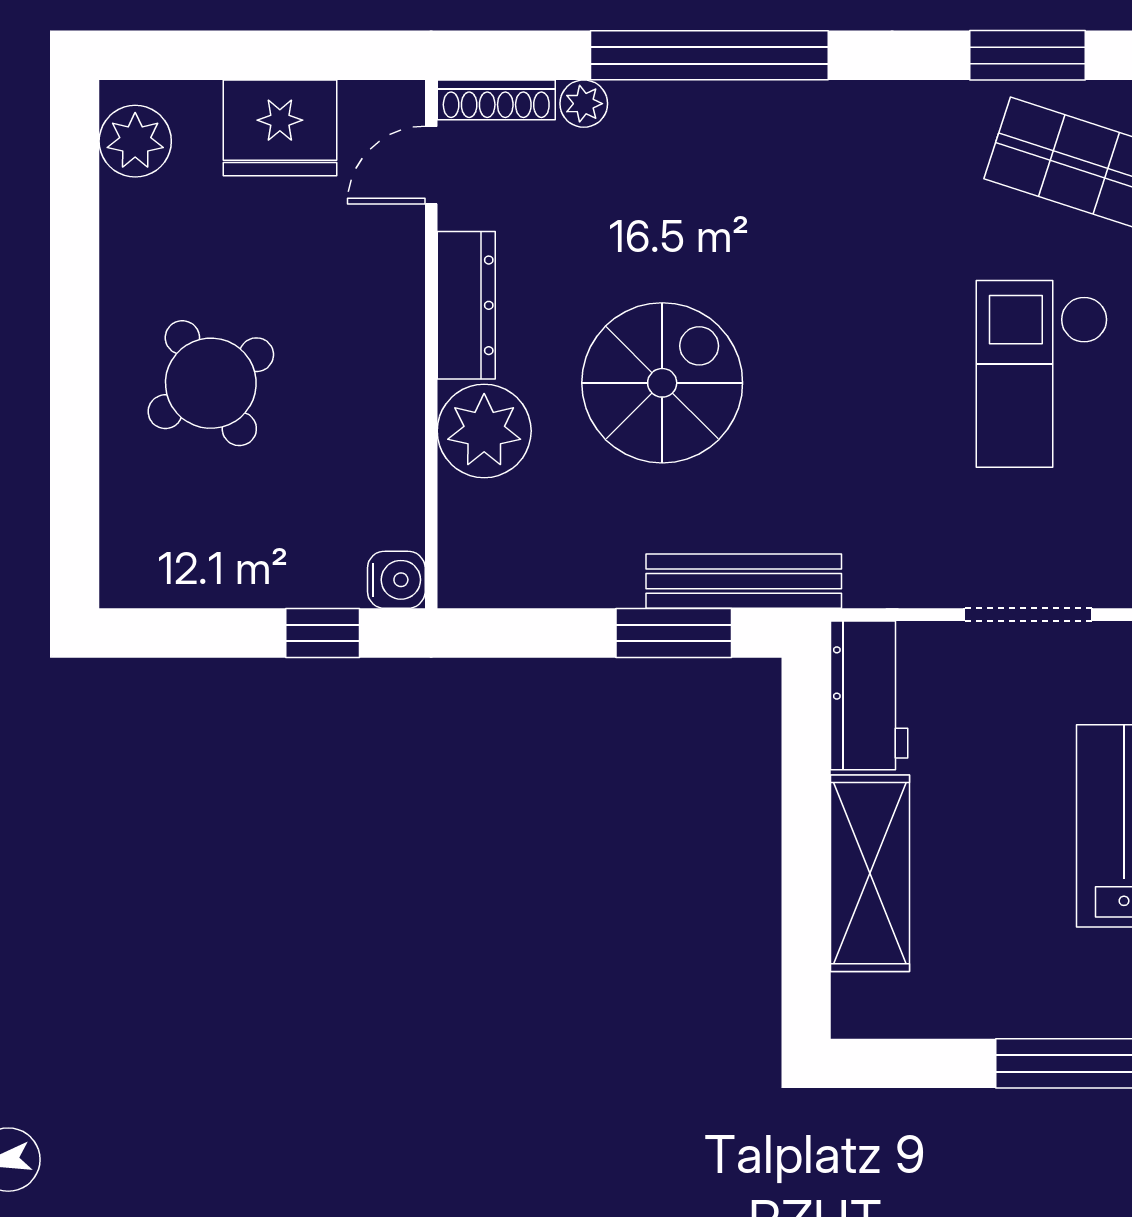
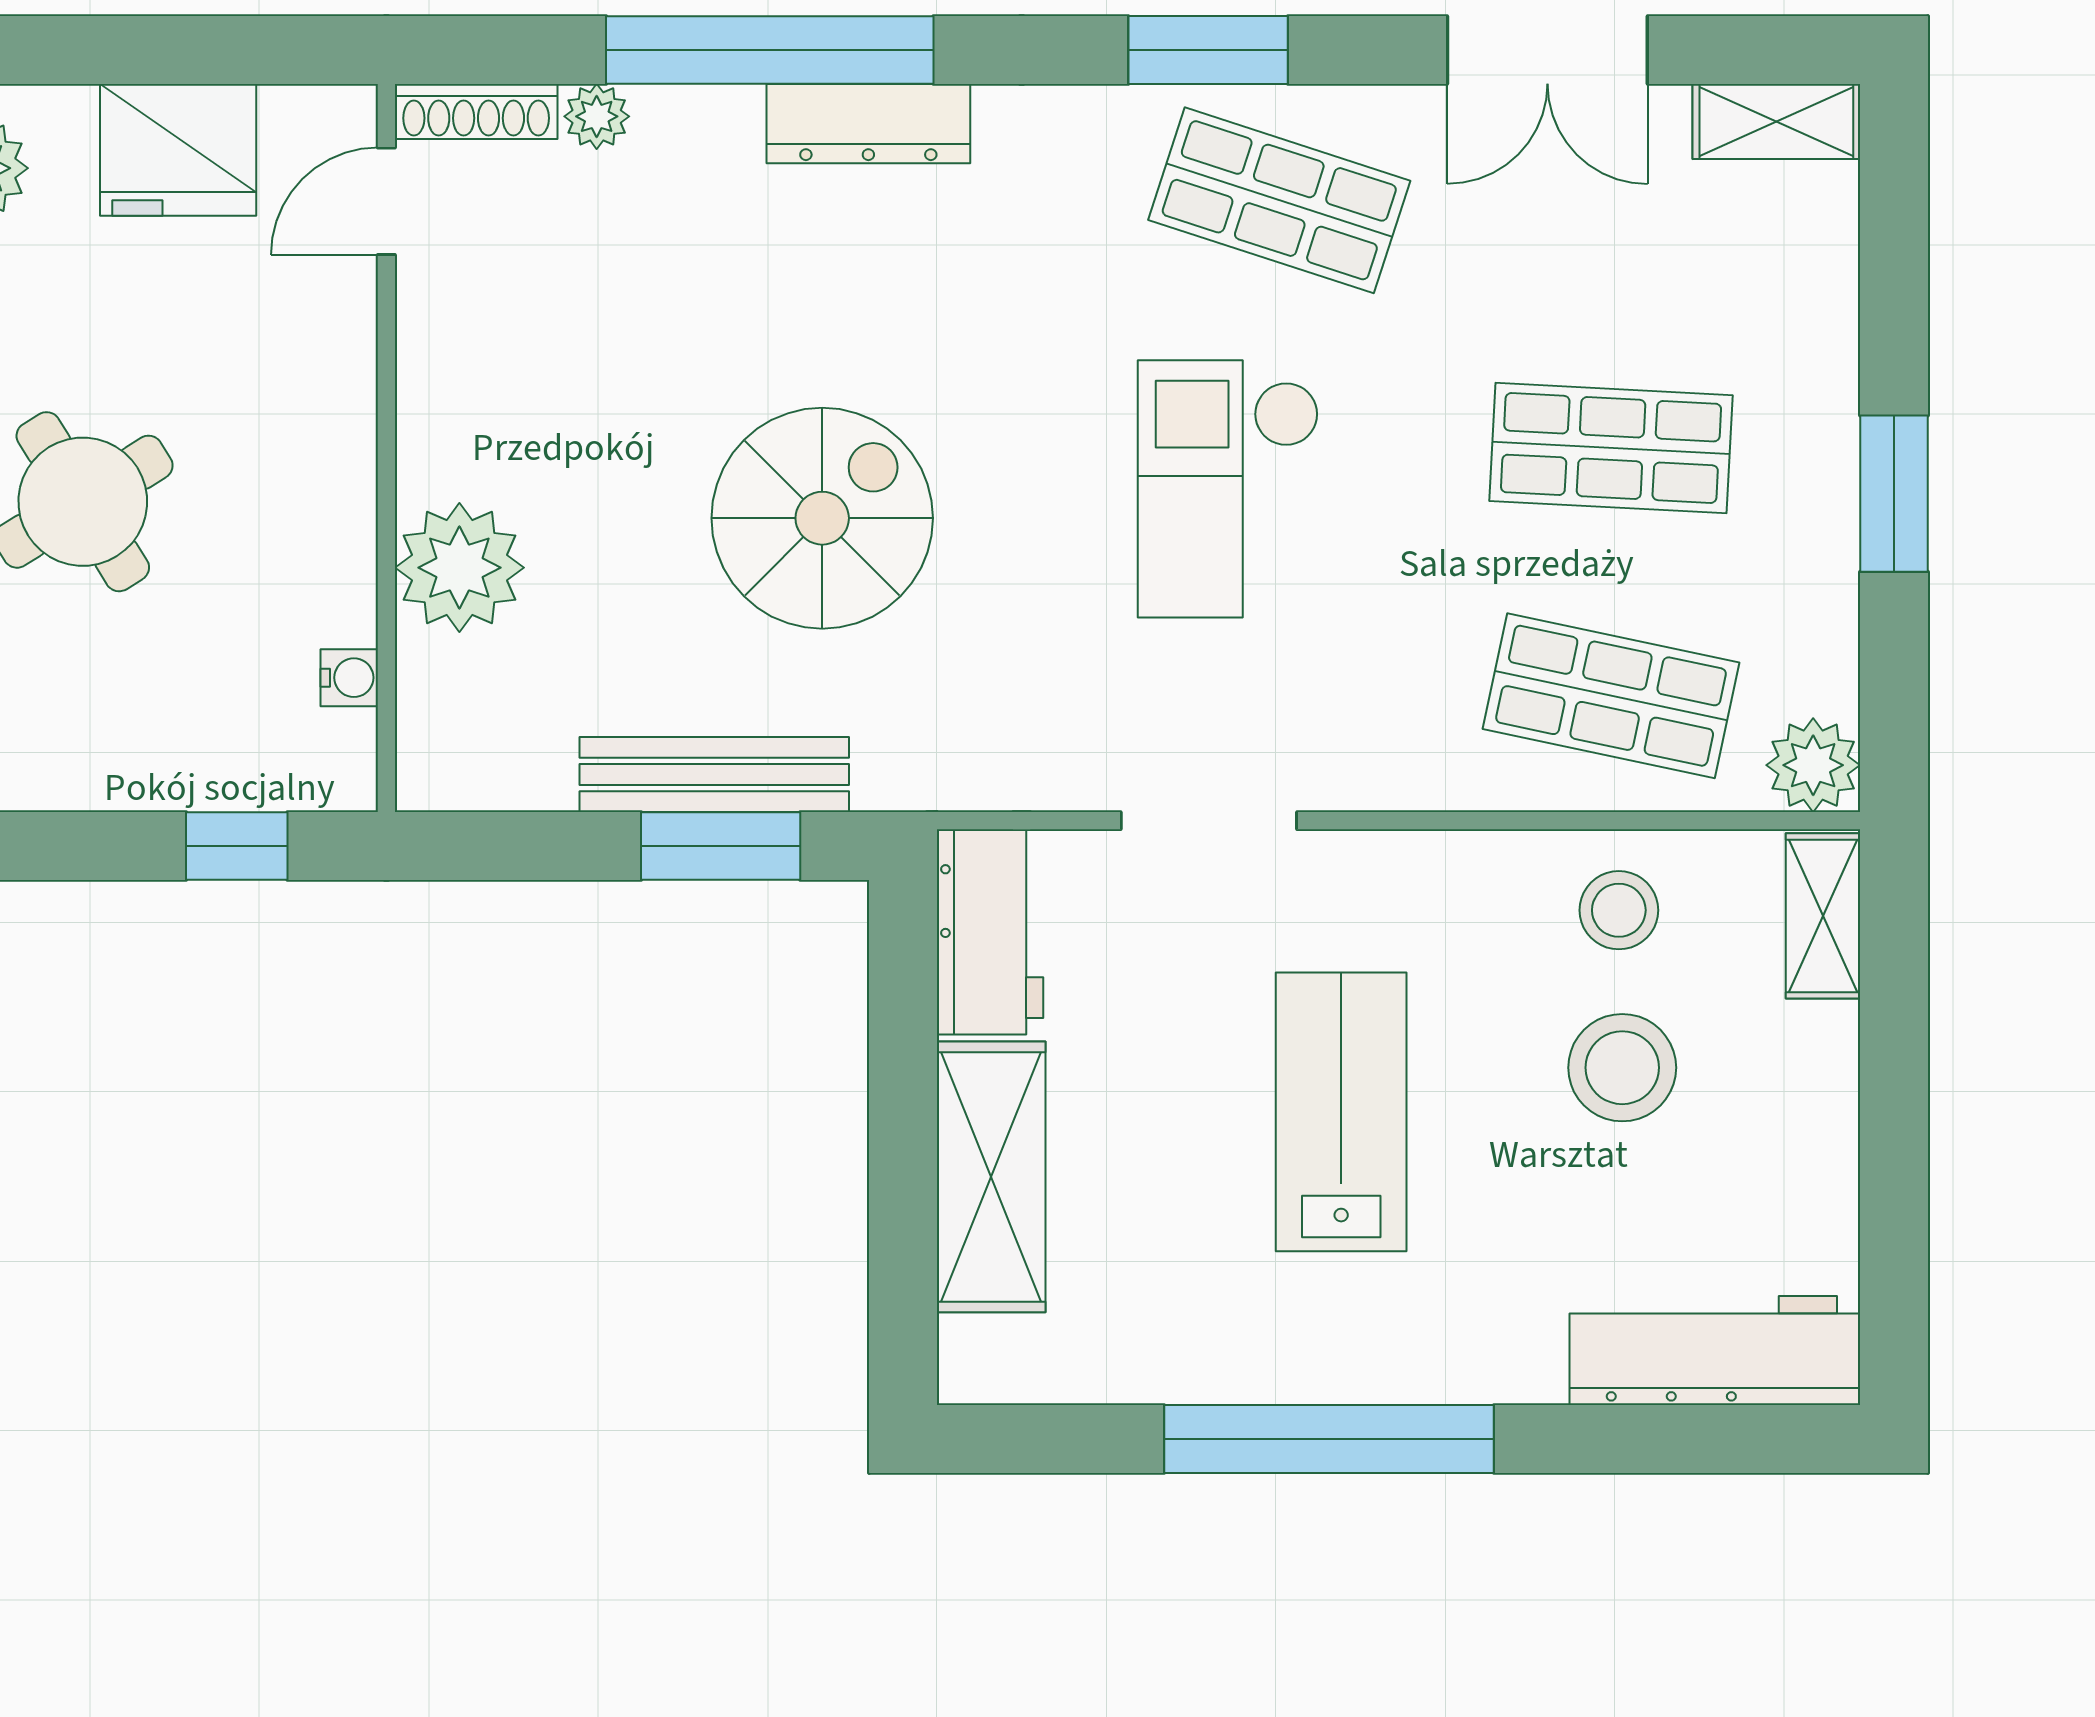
dresser: (466, 305) -> (868, 124), moved, turned 90
spiral stairs: (662, 383) -> (822, 518), moved
water cooler: (396, 580) -> (349, 678), moved, width x0.72, depth x0.72
bench: (744, 581) -> (714, 775), moved

